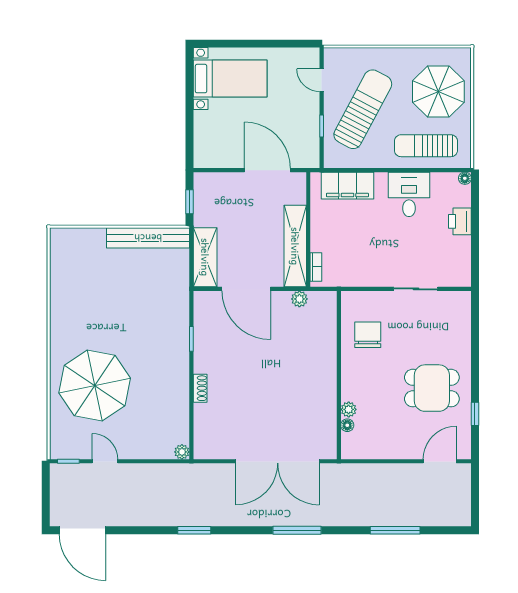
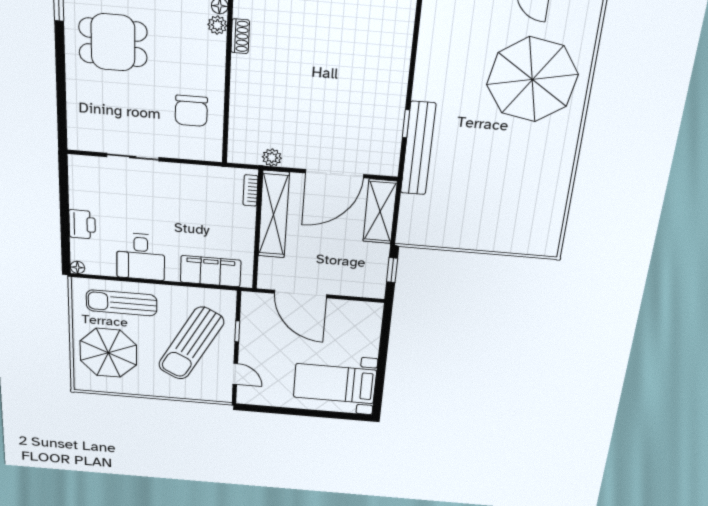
sun lounger: (426, 146) -> (122, 303), turned 180
bench: (148, 238) -> (418, 148), moved, turned 90
door: (246, 289) -> (335, 174), swing flipped
shoe rack: (200, 388) -> (240, 36), moved, turned 180

